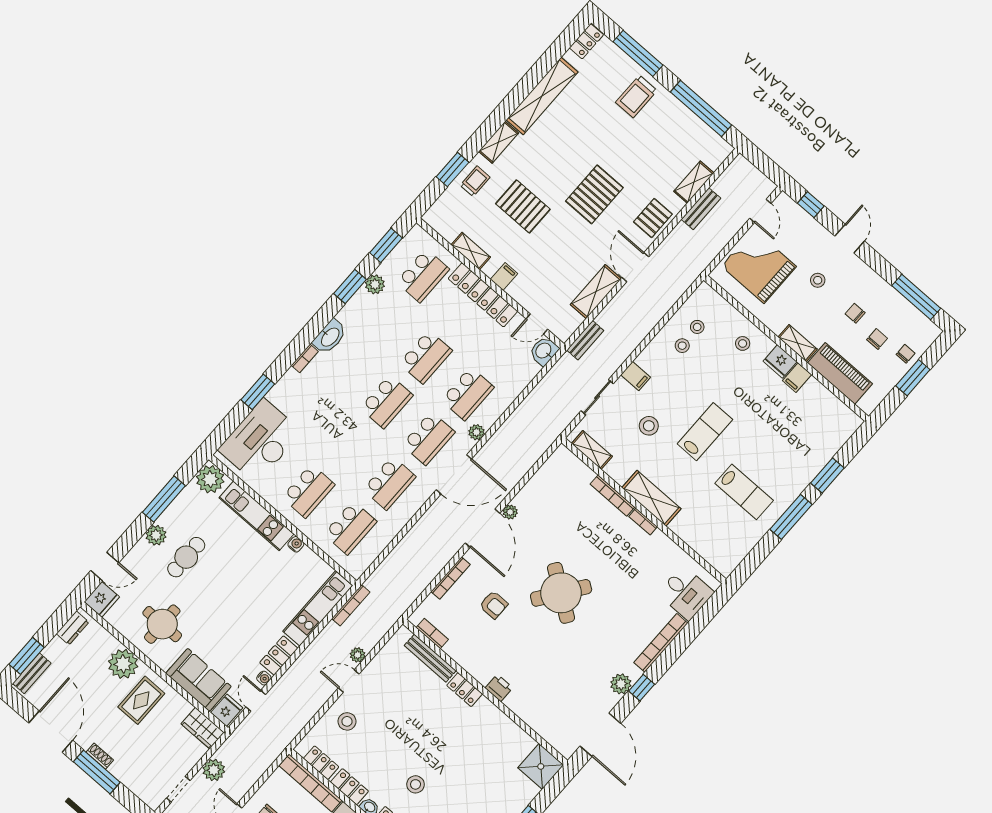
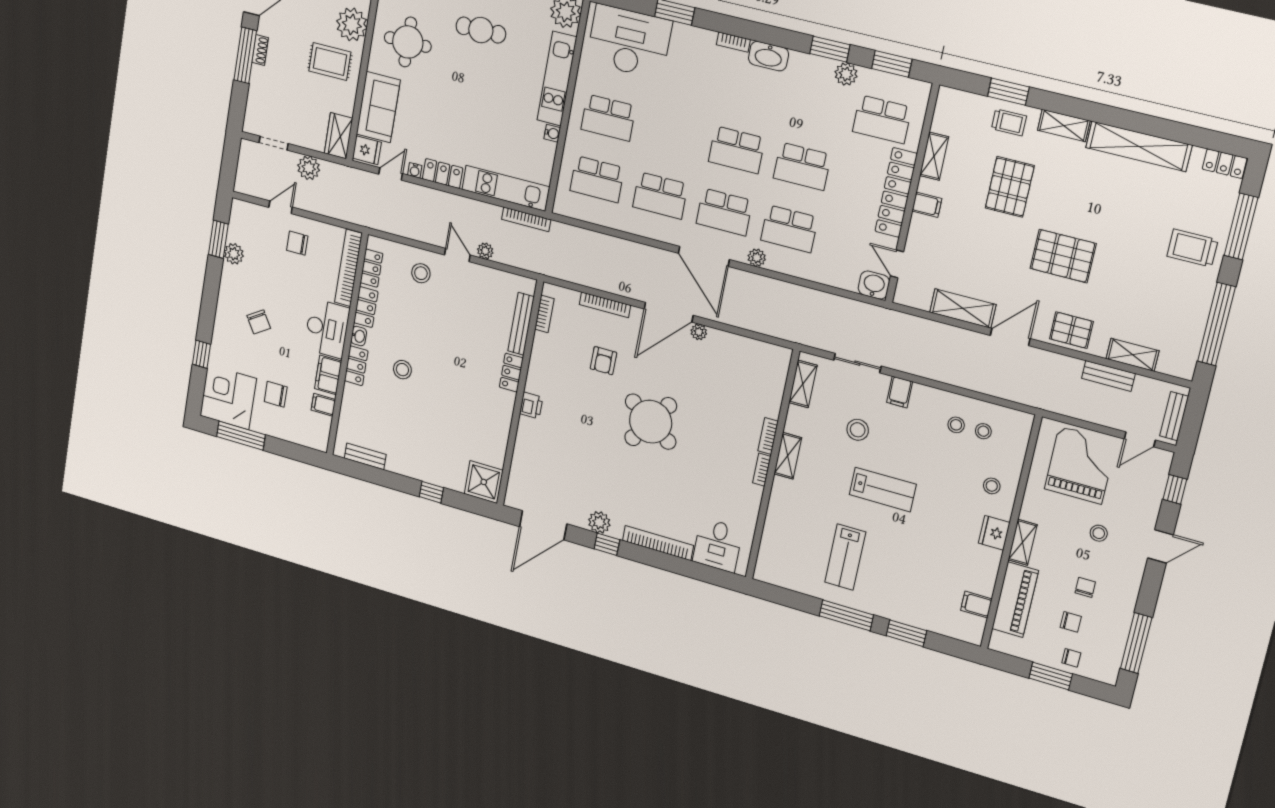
bench: (585, 340) -> (1174, 416), moved, turned 90
filing cabinet: (797, 378) -> (976, 605), moved
bookcase: (612, 496) -> (768, 436), width x0.64
shelving: (651, 498) -> (788, 456), width x0.67, depth x0.75

